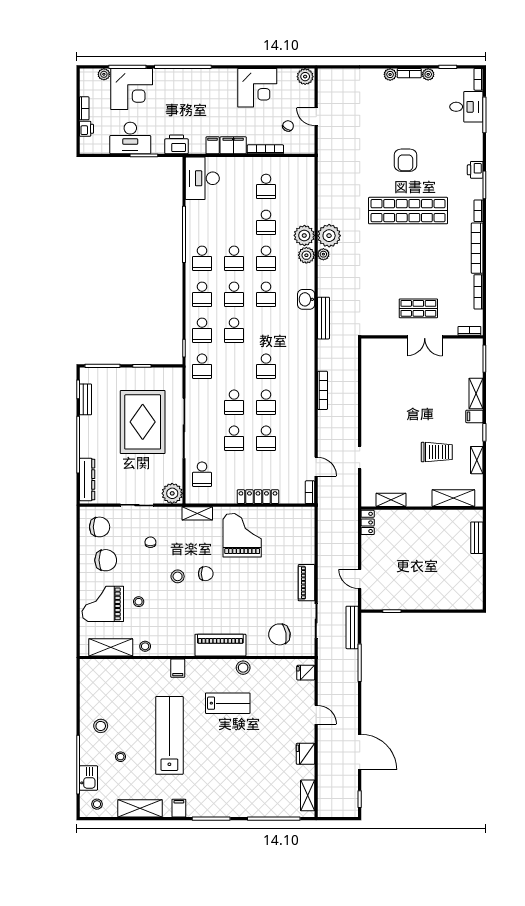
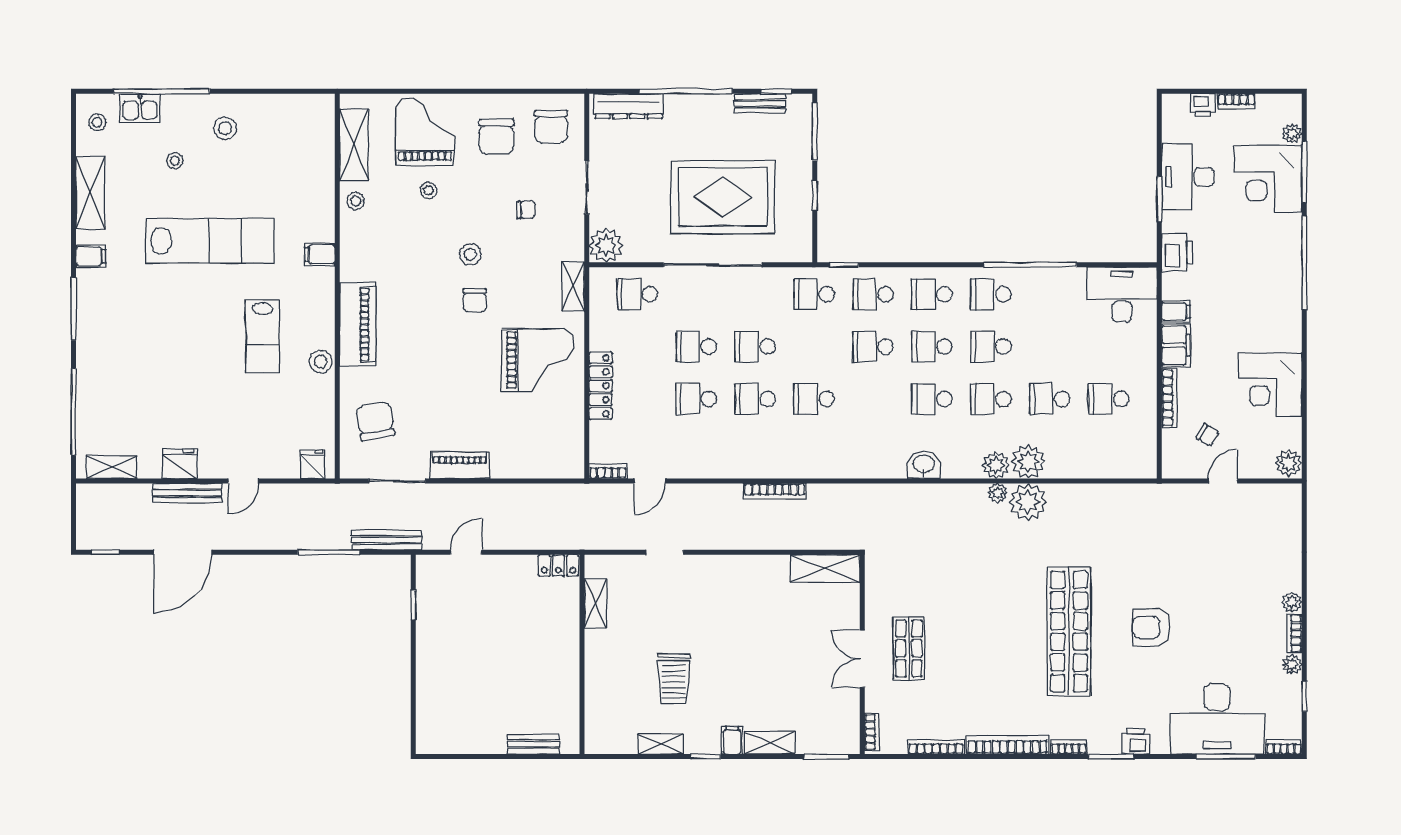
desk: (466, 107) -> (1217, 719), width x1.87, depth x1.30
bench: (323, 318) -> (187, 493), moved
shelving: (453, 498) -> (825, 568), moved, turned 90

